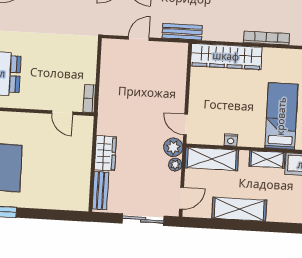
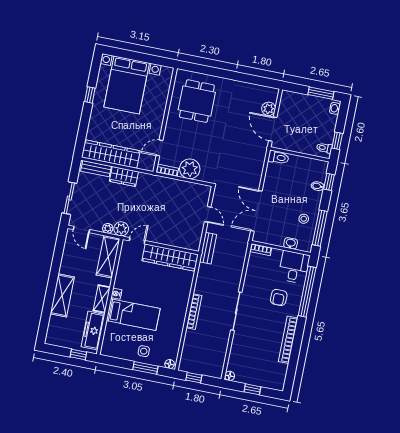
wardrobe: (226, 56) -> (170, 258), moved, turned -90
plant: (83, 70) -> (190, 169), added
nightstand: (231, 140) -> (116, 294), moved
wardrobe: (79, 174) -> (111, 154), added
shelving: (239, 209) -> (62, 295), moved

